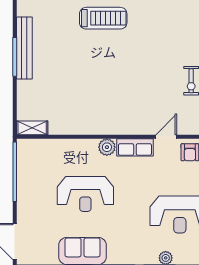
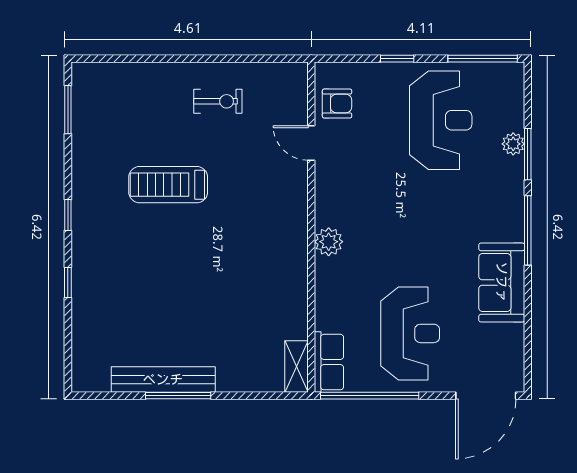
treadmill: (103, 18) -> (168, 185), moved, turned -90
row of seats: (135, 147) -> (329, 362), moved
reception desk: (85, 194) -> (410, 333), moved

